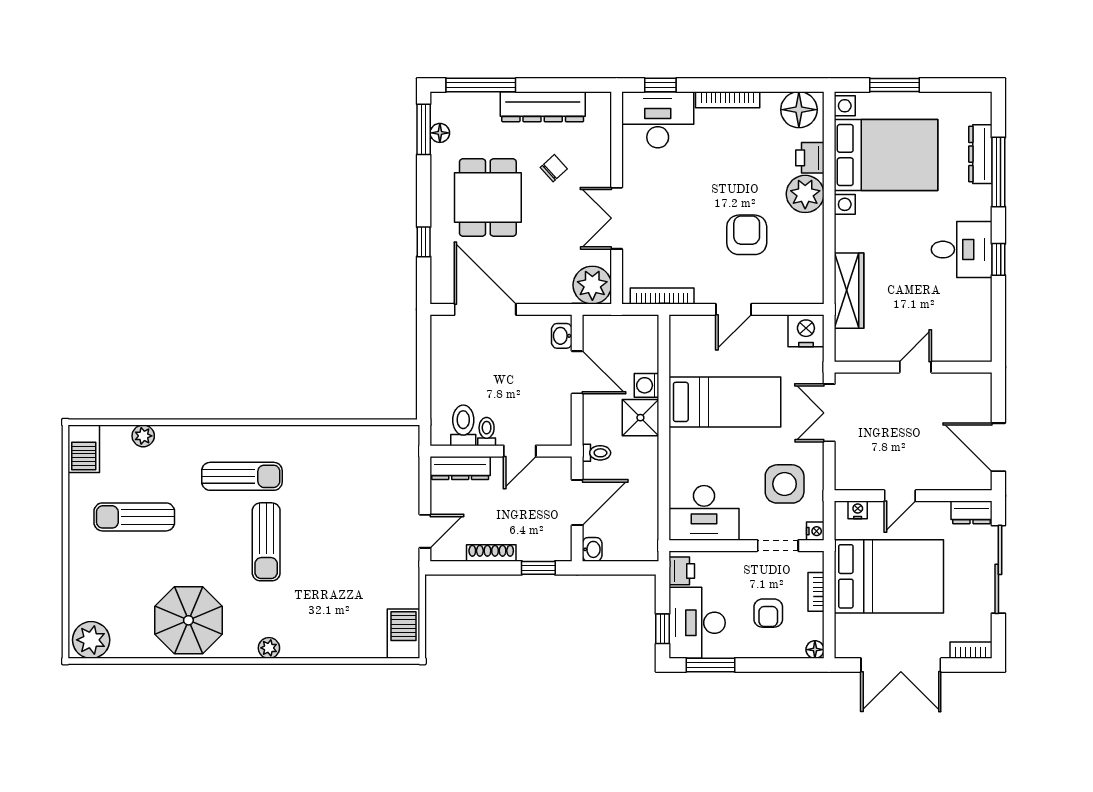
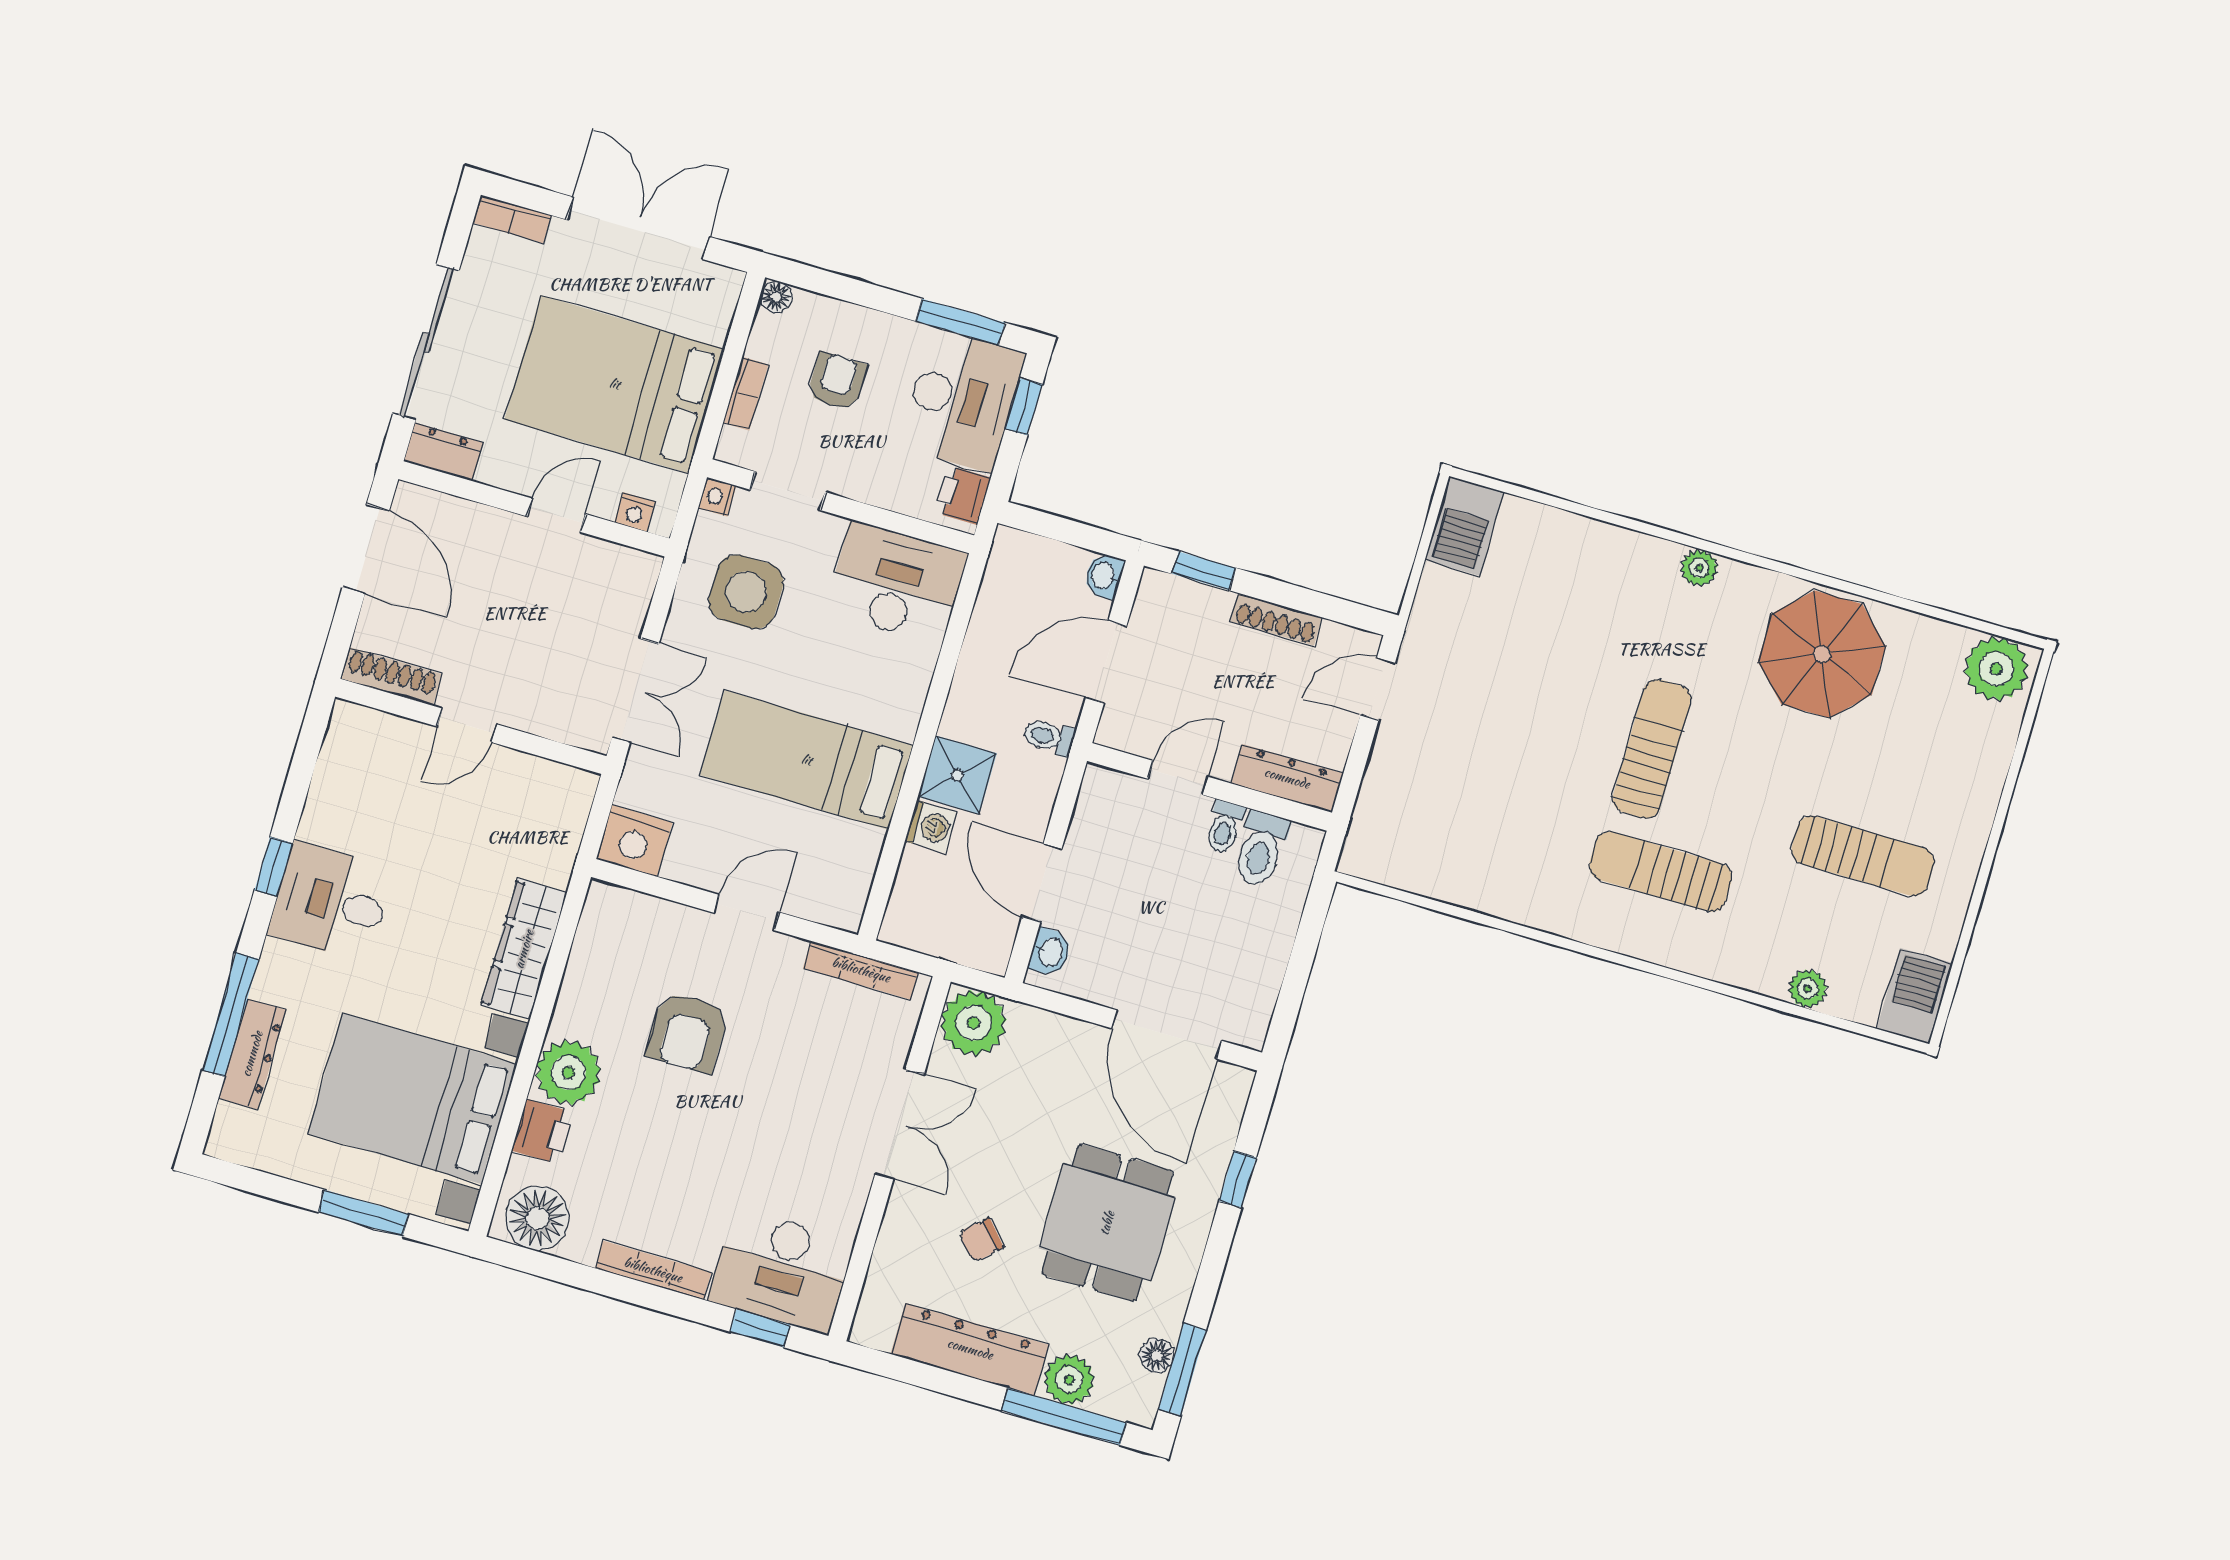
plant: (484, 106) -> (1069, 1380), added
wardrobe: (849, 291) -> (524, 949), moved
shoe rack: (964, 382) -> (391, 677), added

